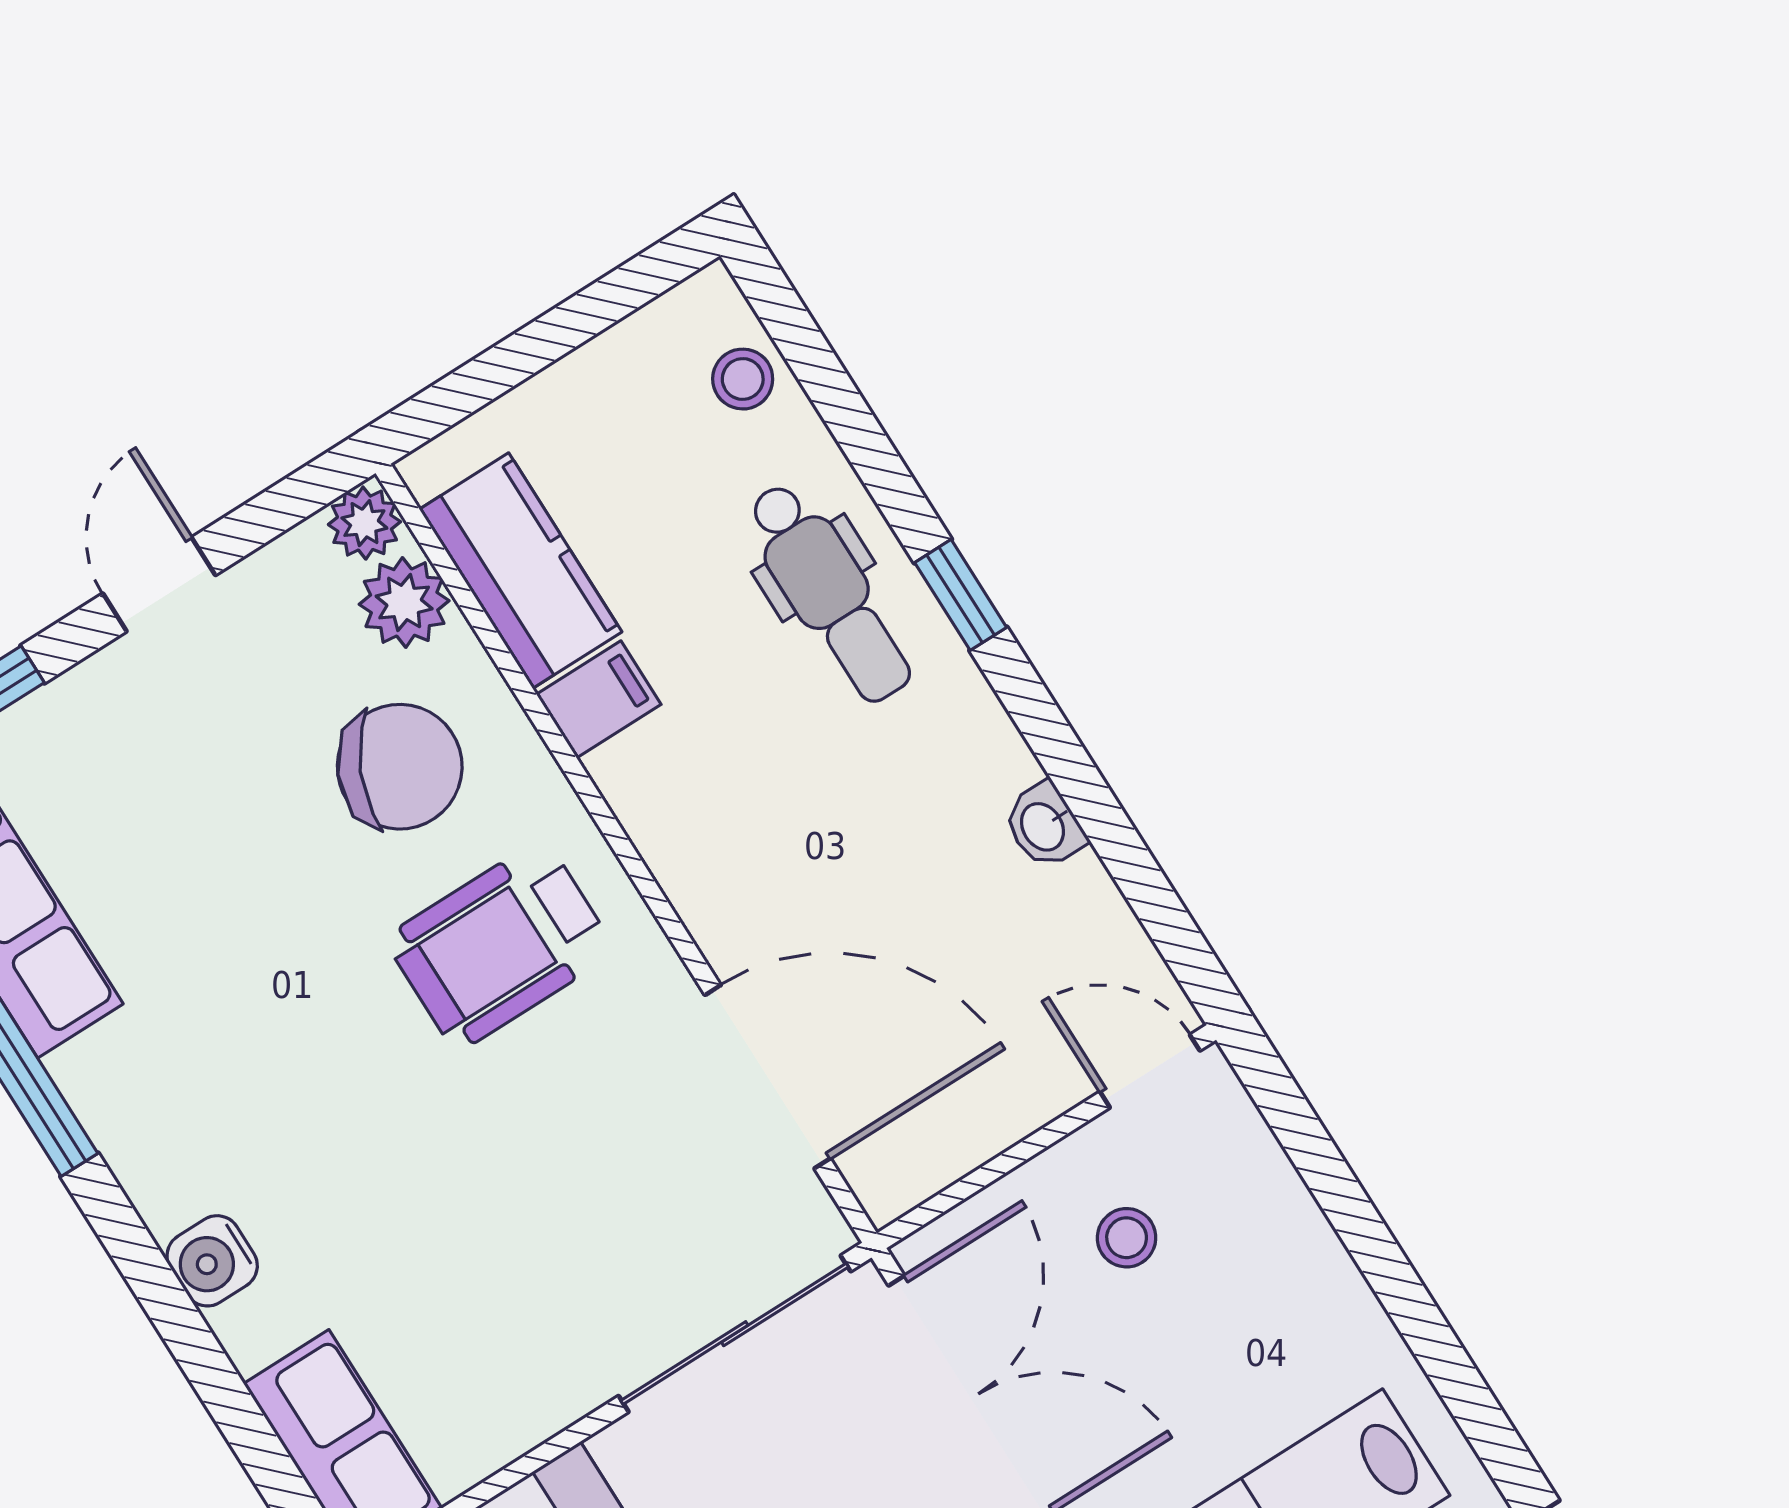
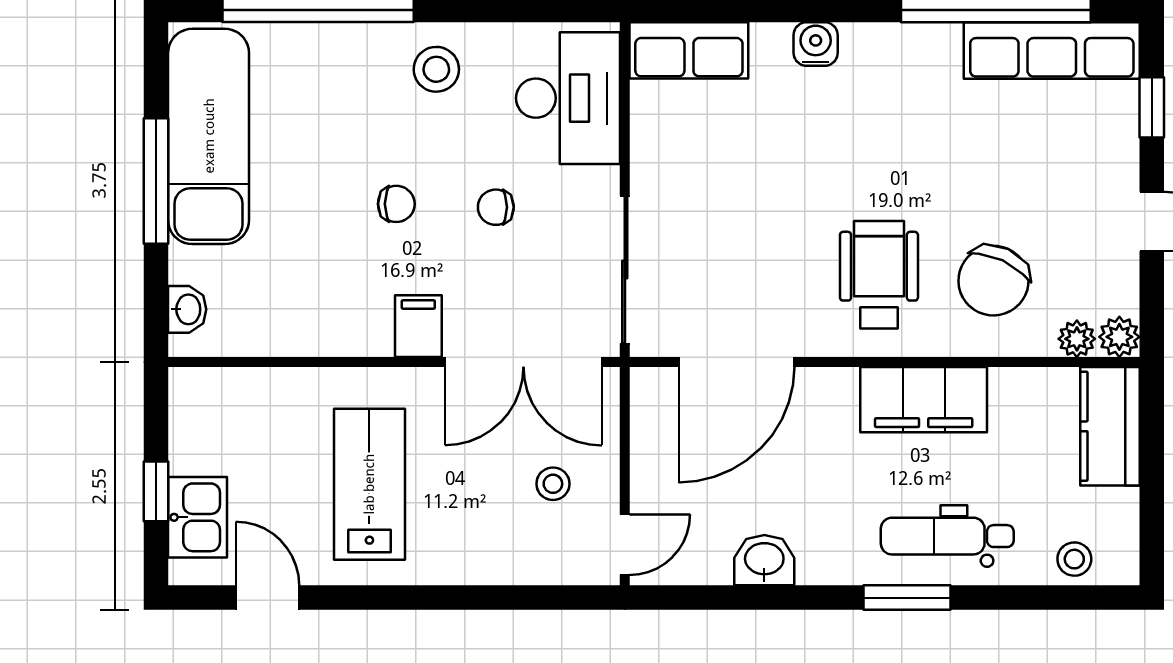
kitchen counter: (521, 571) -> (1110, 426), moved, turned 90
window: (961, 595) -> (907, 598), width x1.50
plant: (404, 602) -> (1077, 339), width x0.73, depth x0.73
filing cabinet: (599, 699) -> (924, 400), width x3.00, depth x1.17
washbasin: (1044, 826) -> (764, 560), width x1.38, depth x1.45

